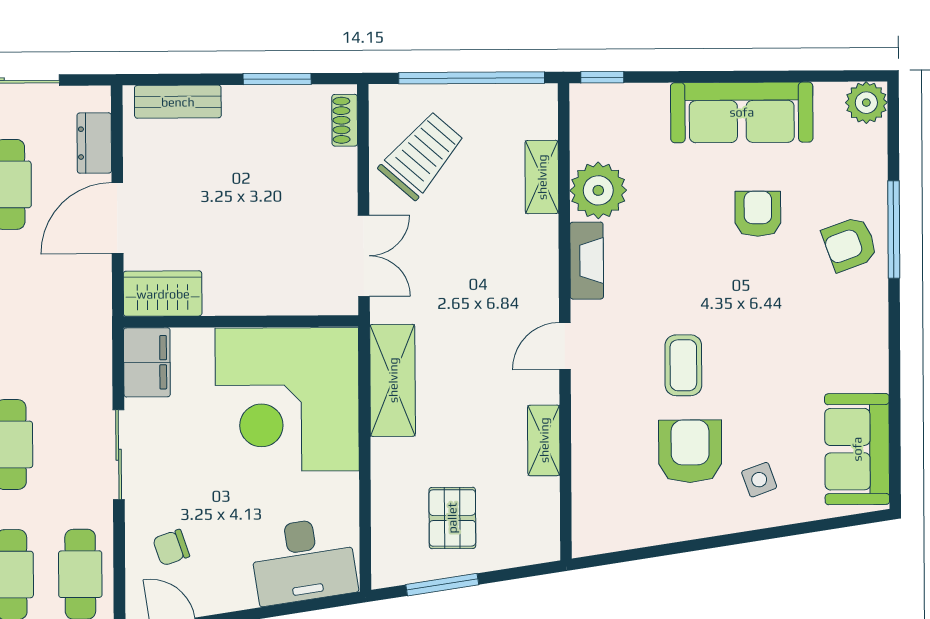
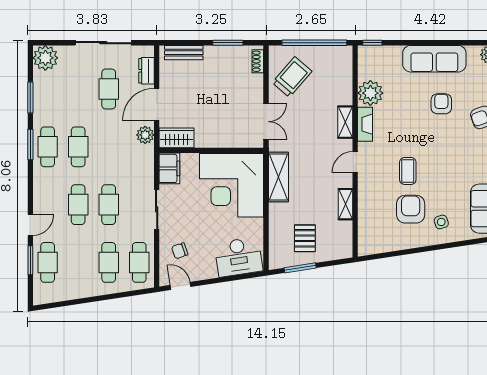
shelving: (542, 177) -> (345, 122), moved
plant: (92, 287) -> (145, 135), added

